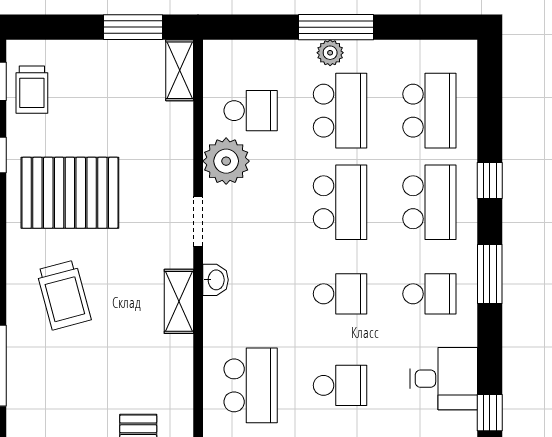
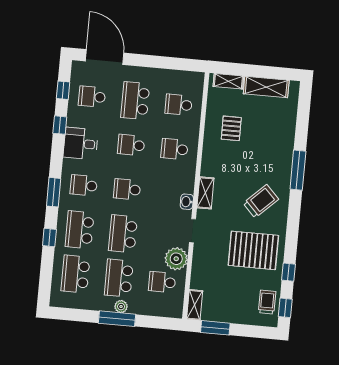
trolley: (64, 295) -> (261, 201), turned 61
school desk: (251, 385) -> (174, 149), width x0.54

